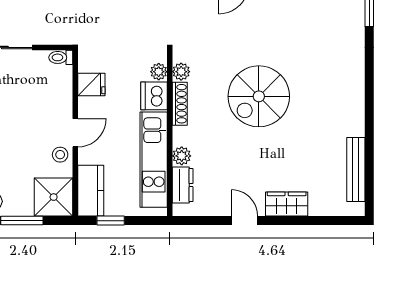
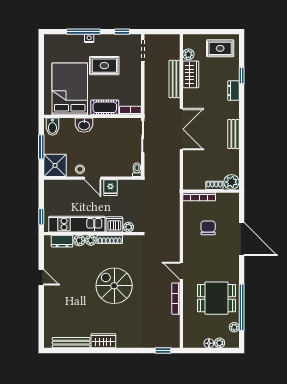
plant: (181, 72) -> (91, 240), moved
fridge: (91, 84) -> (110, 188), moved
kitchen counter: (91, 191) -> (59, 187), removed
wardrobe: (287, 204) -> (103, 341), moved, turned -90
window: (111, 221) -> (41, 217), moved
door: (245, 221) -> (41, 277), hinge flipped

